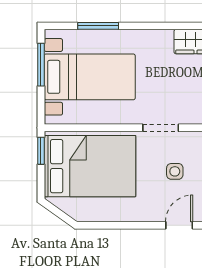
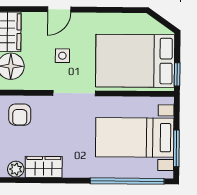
window: (98, 26) -> (127, 181), width x2.11
doorway: (161, 128) -> (74, 93), width x1.38

